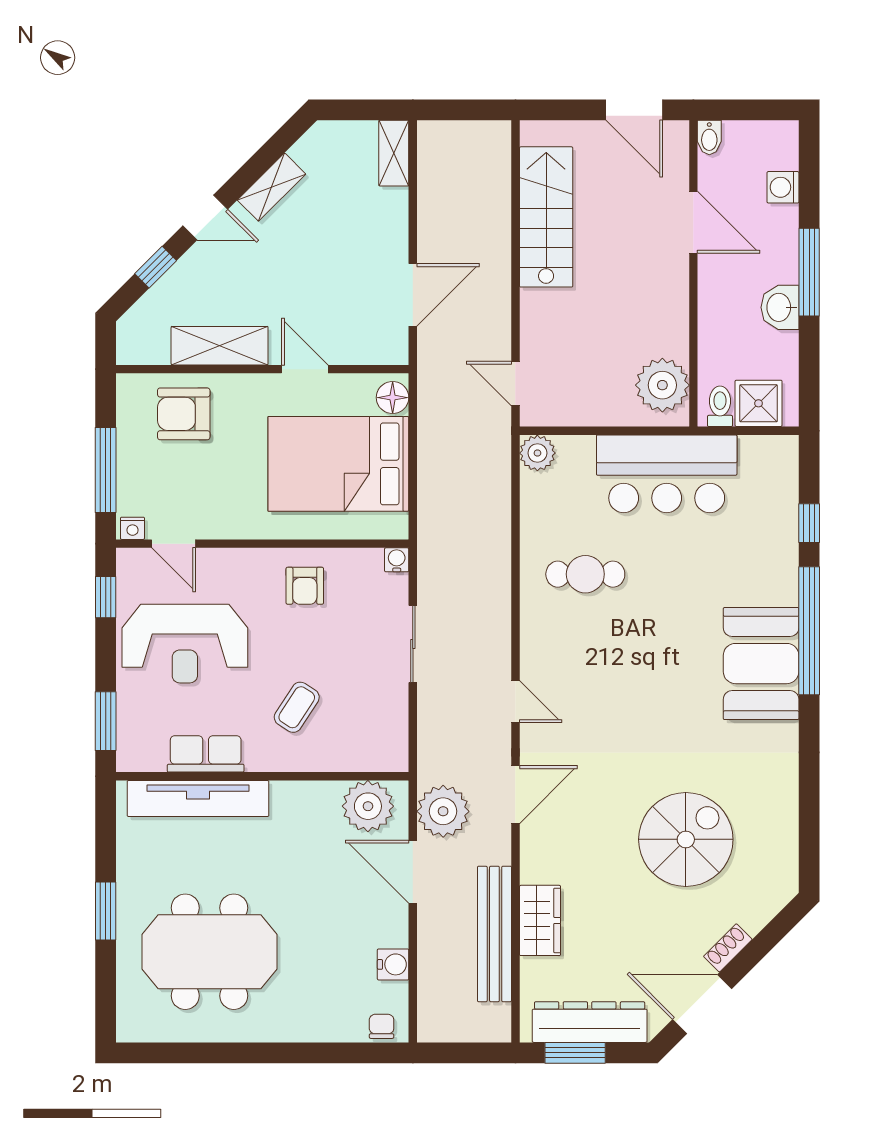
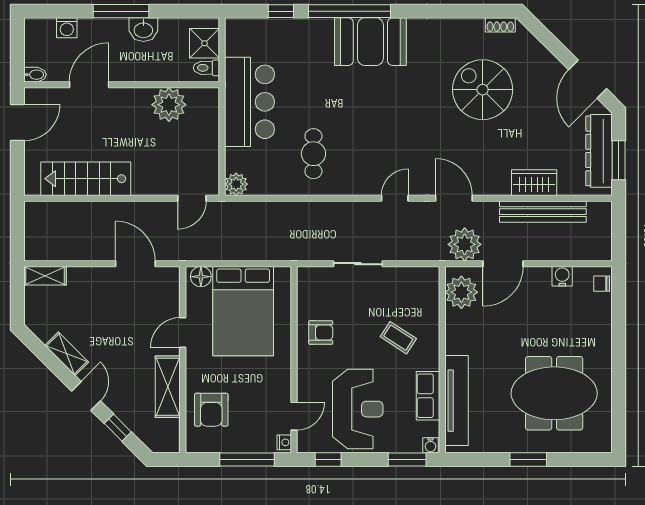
plant: (662, 385) -> (169, 105), moved
water cooler: (397, 560) -> (431, 445), moved, turned -90
shoe rack: (728, 948) -> (500, 25), moved, turned -45
meeting table: (209, 952) -> (554, 393), turned 90

